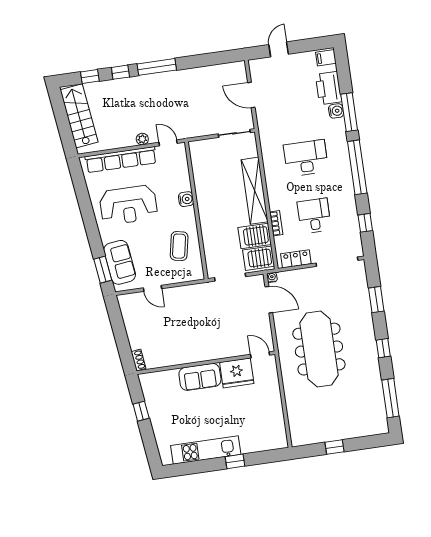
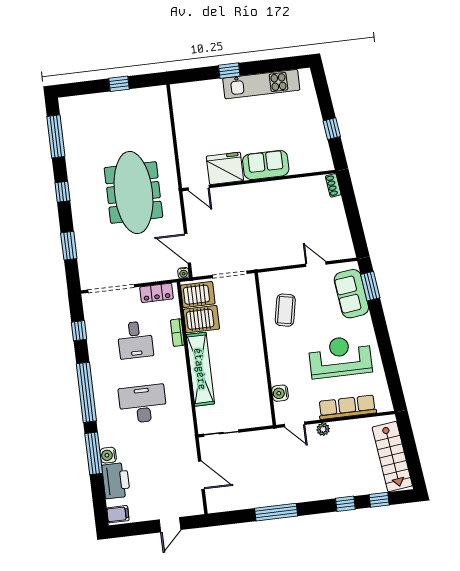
window: (157, 67) -> (276, 512), moved
desk: (306, 158) -> (143, 404), turned 180
row of seats: (121, 160) -> (347, 407), width x0.73
water cooler: (186, 199) -> (280, 393), moved

